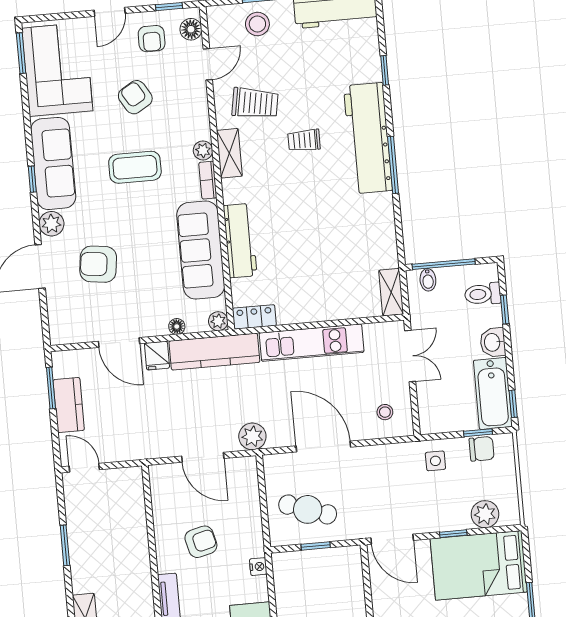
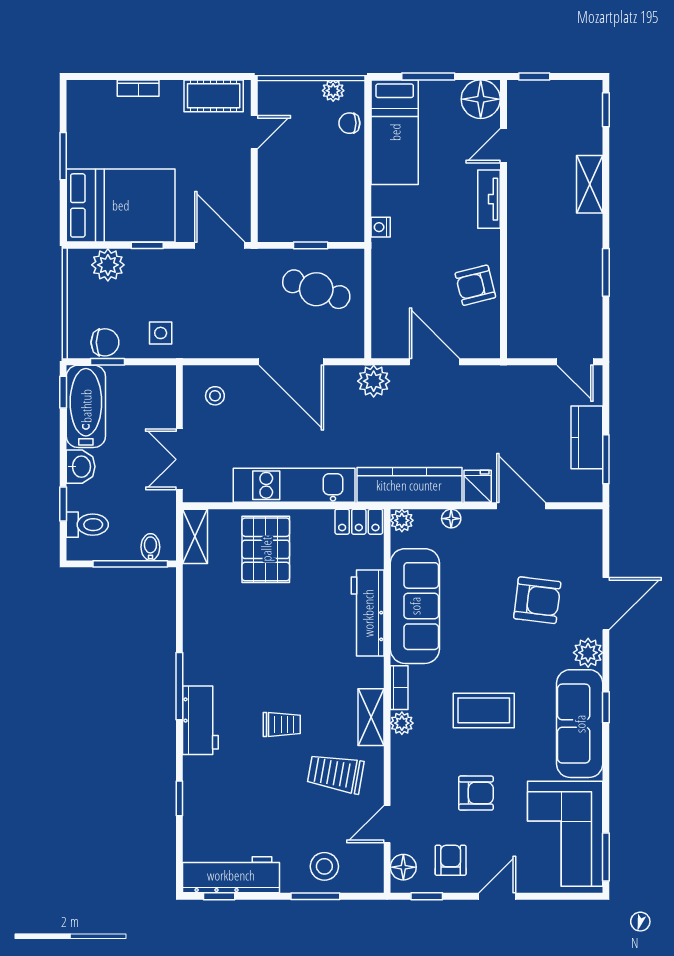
armchair: (135, 97) -> (476, 793), turned -59
workbench: (368, 138) -> (200, 720), width x0.53, depth x0.76
pallet: (331, 287) -> (266, 549), added
chair: (482, 449) -> (105, 342), turned 180
armchair: (201, 542) -> (475, 285), moved

